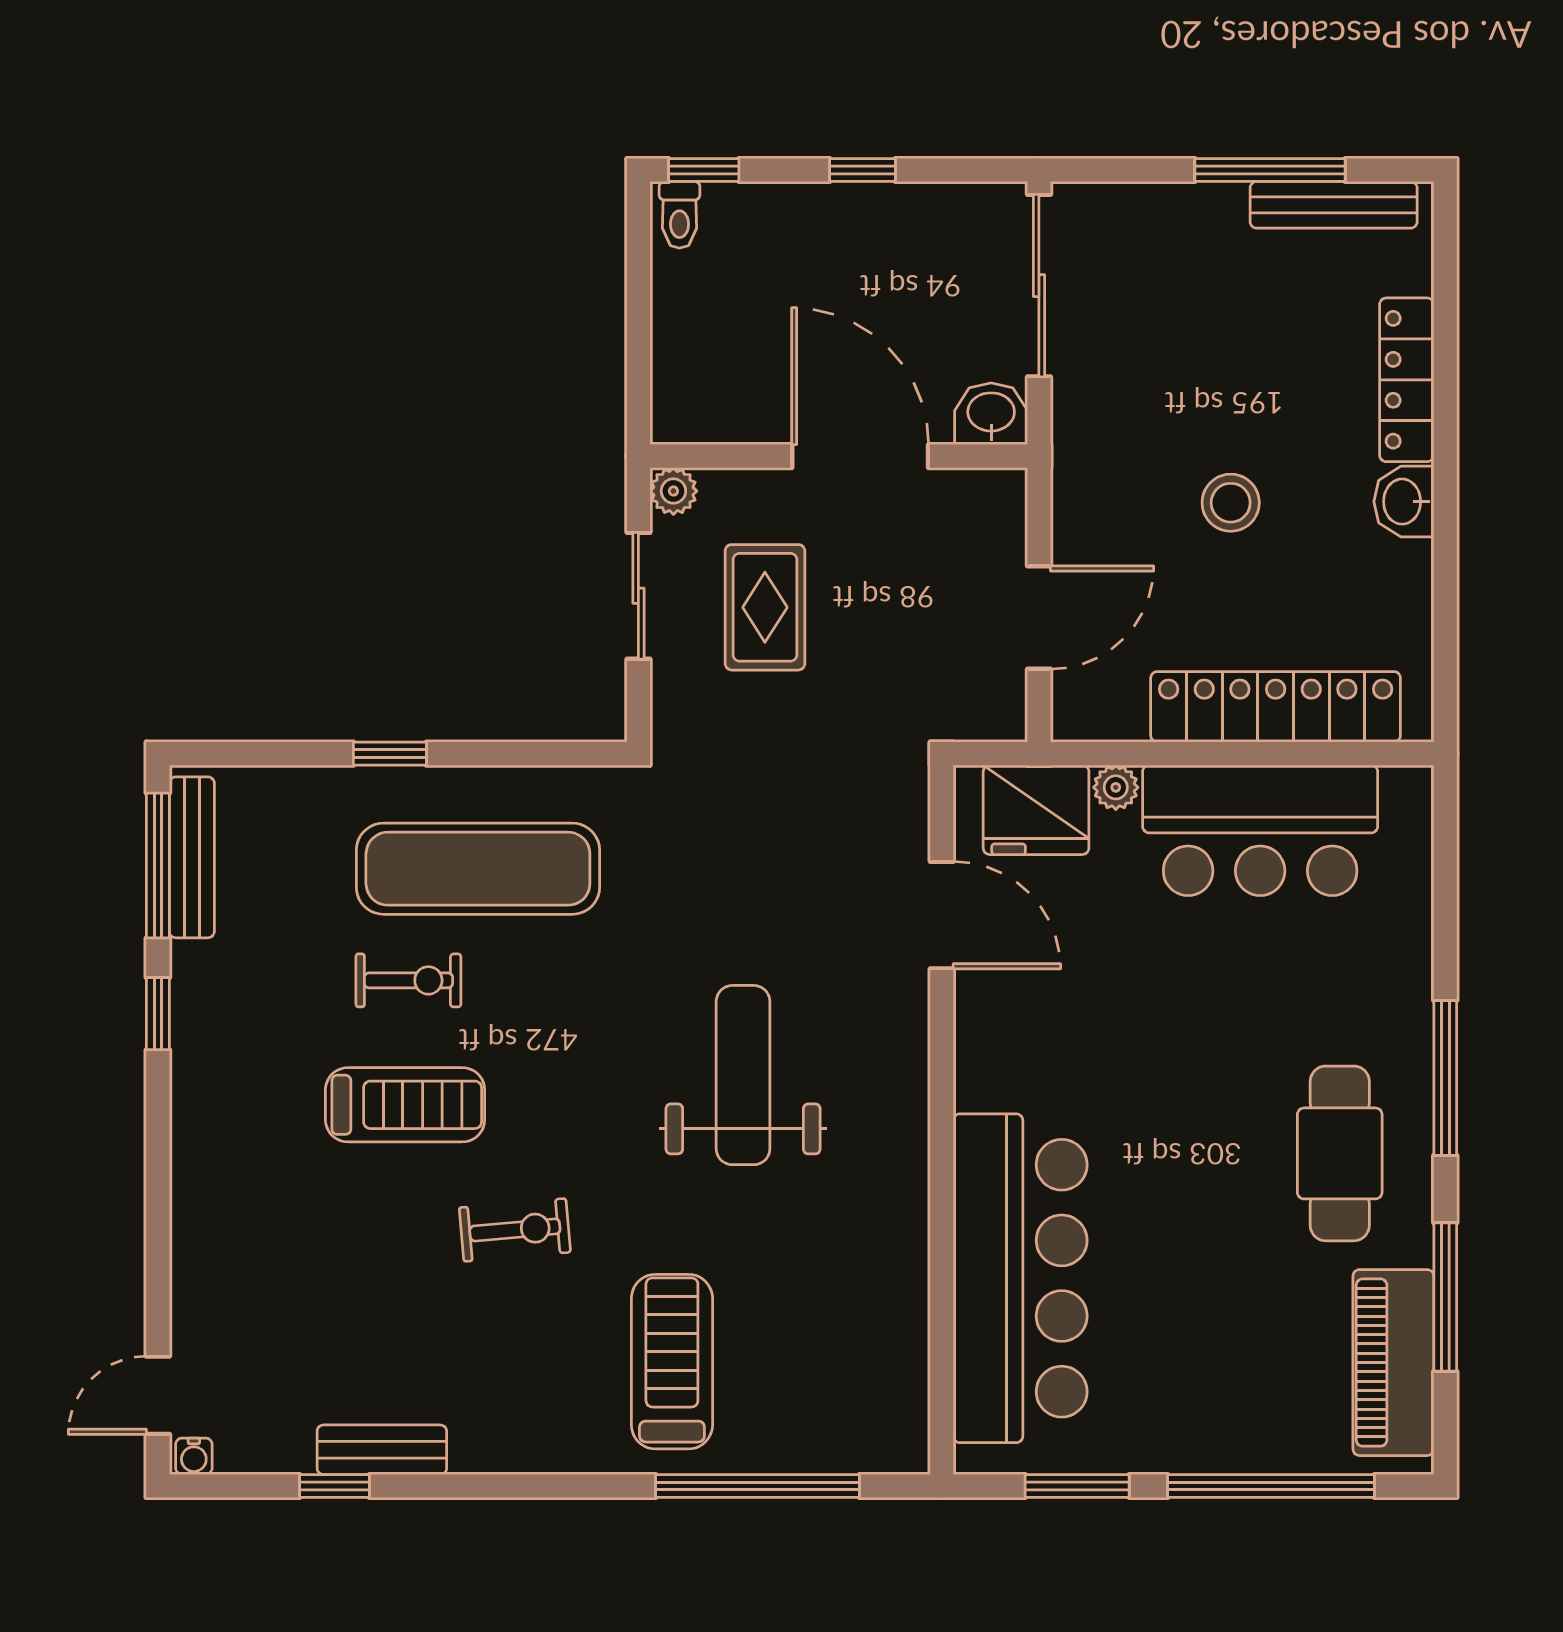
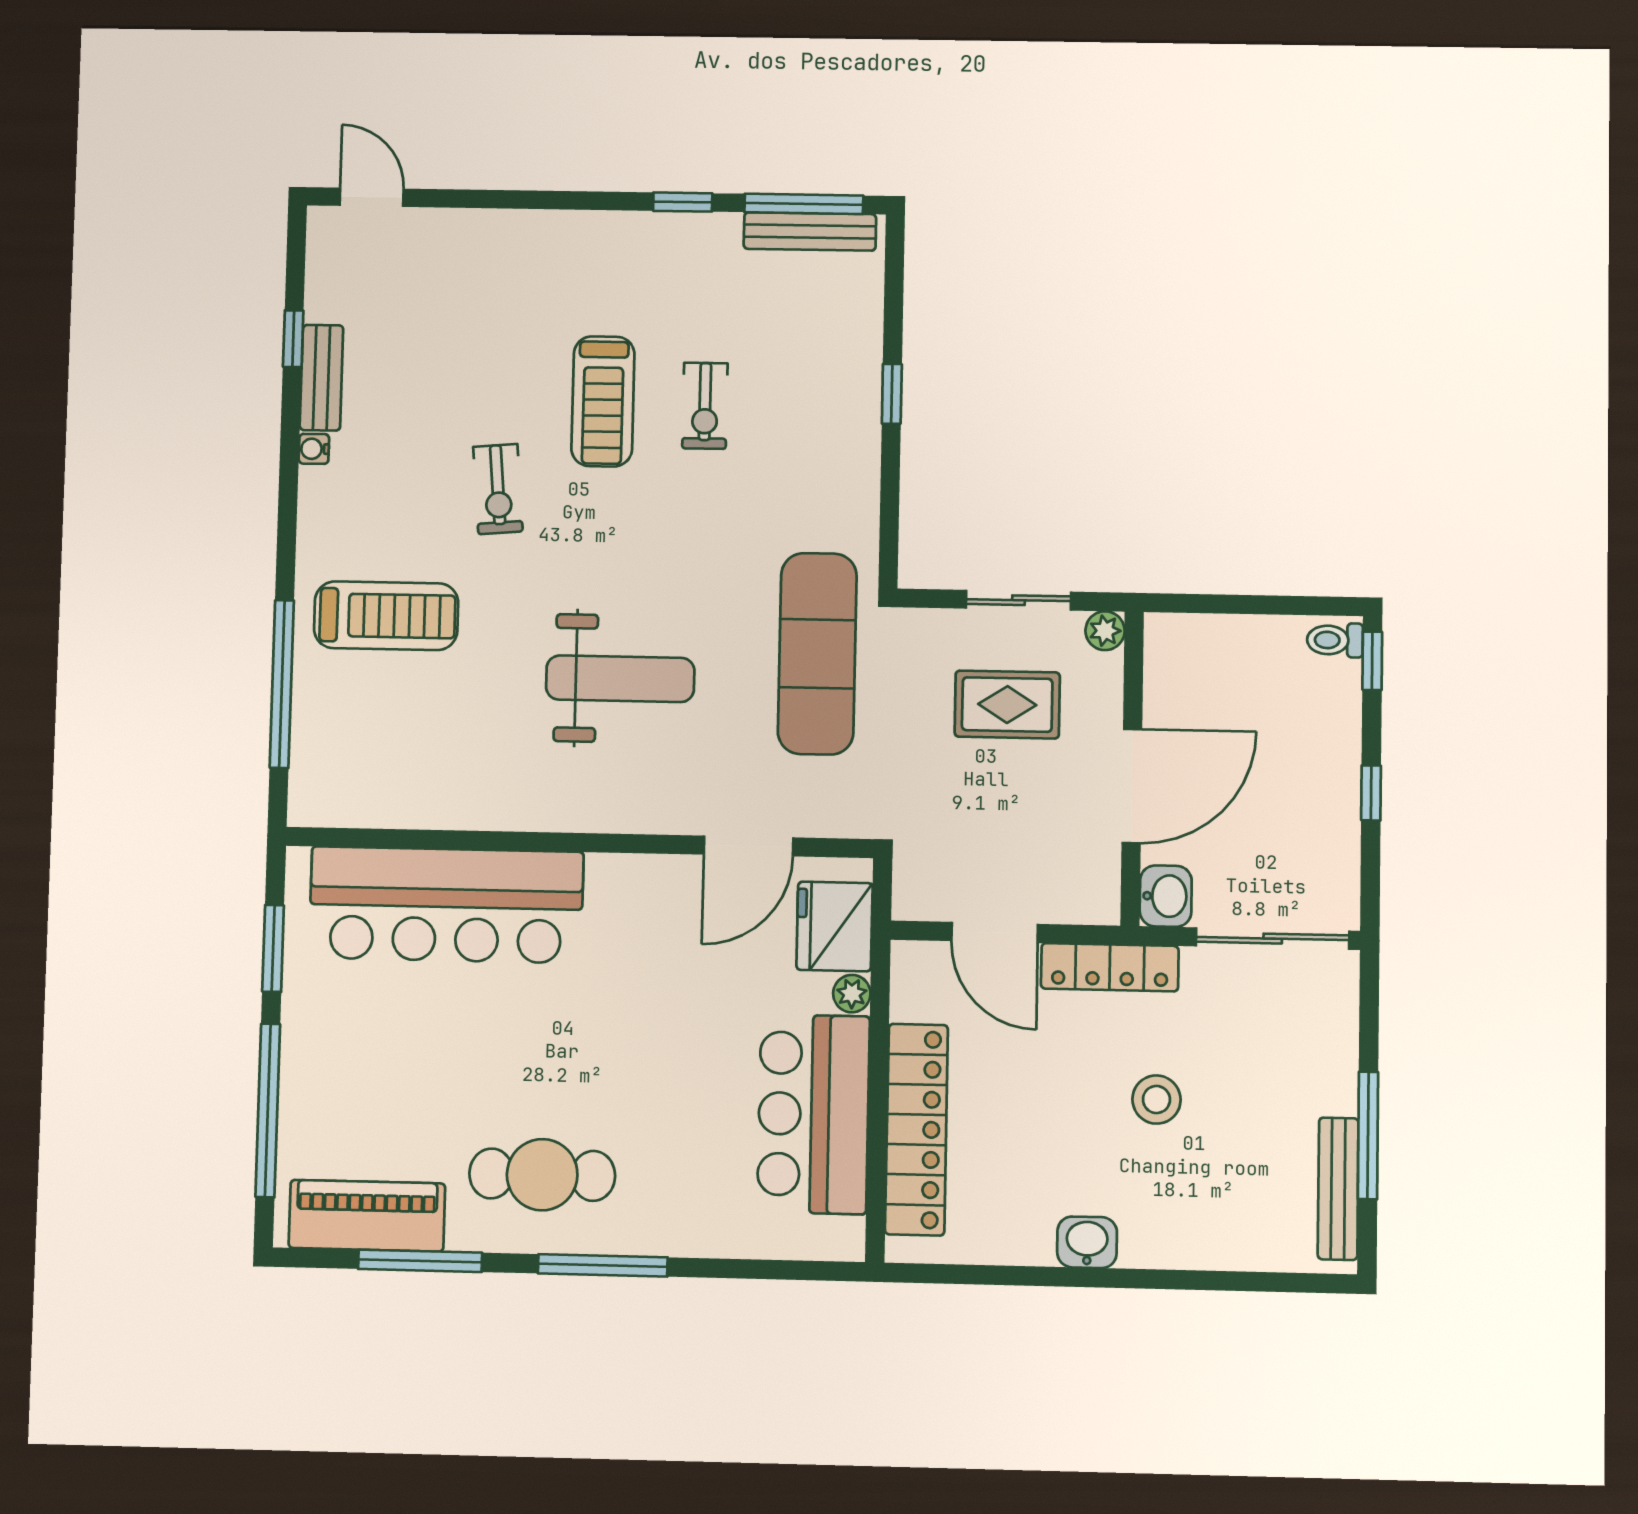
locker: (1407, 380) -> (1110, 967), moved, turned 180
stool: (1231, 503) -> (1156, 1100), moved
exercise mat: (478, 869) -> (817, 654), moved
water cooler: (194, 1456) -> (314, 449), moved

